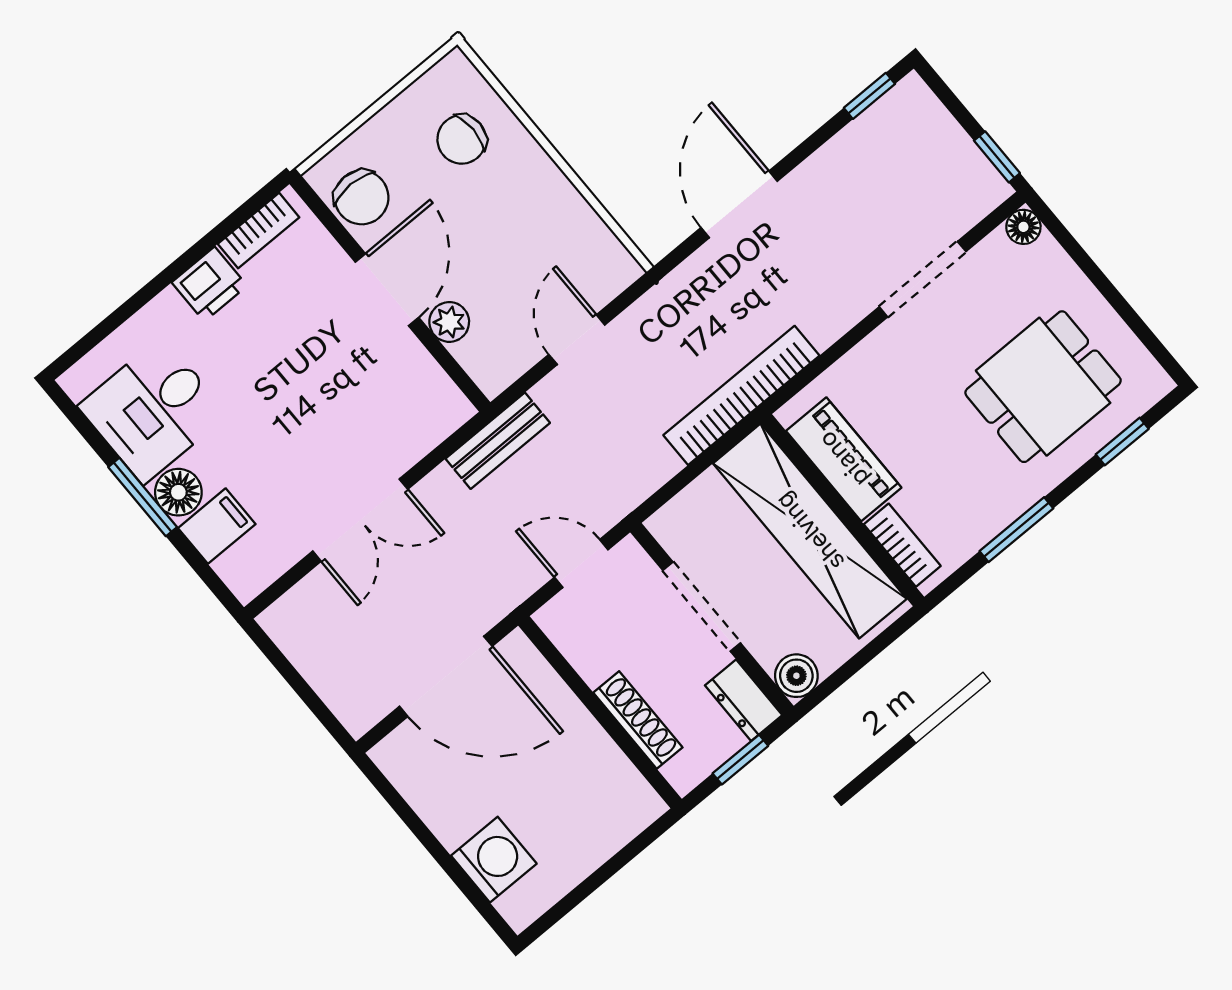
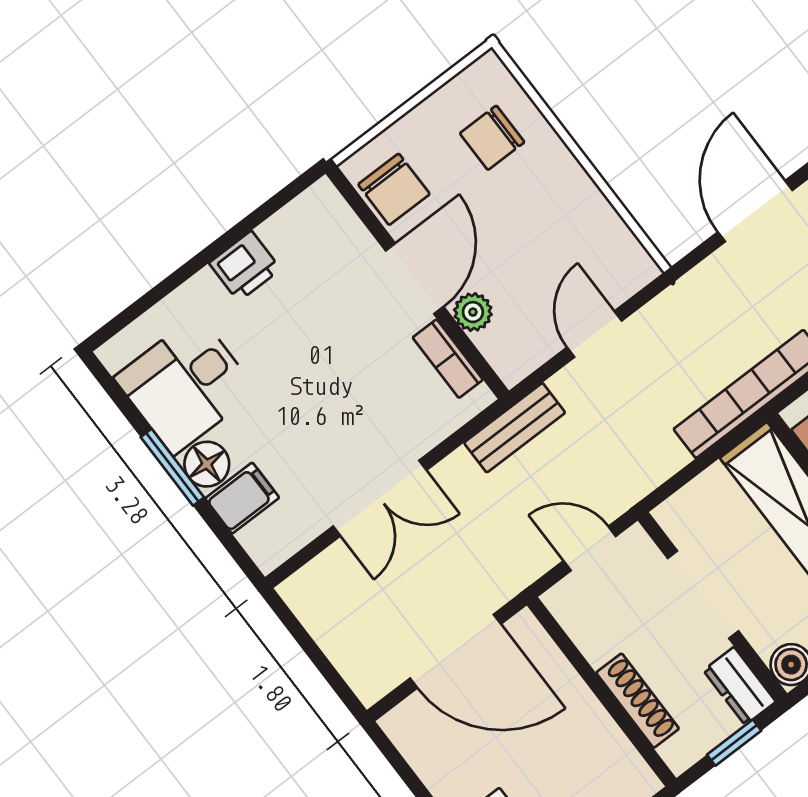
bookcase: (259, 231) -> (448, 359), moved, turned 90

